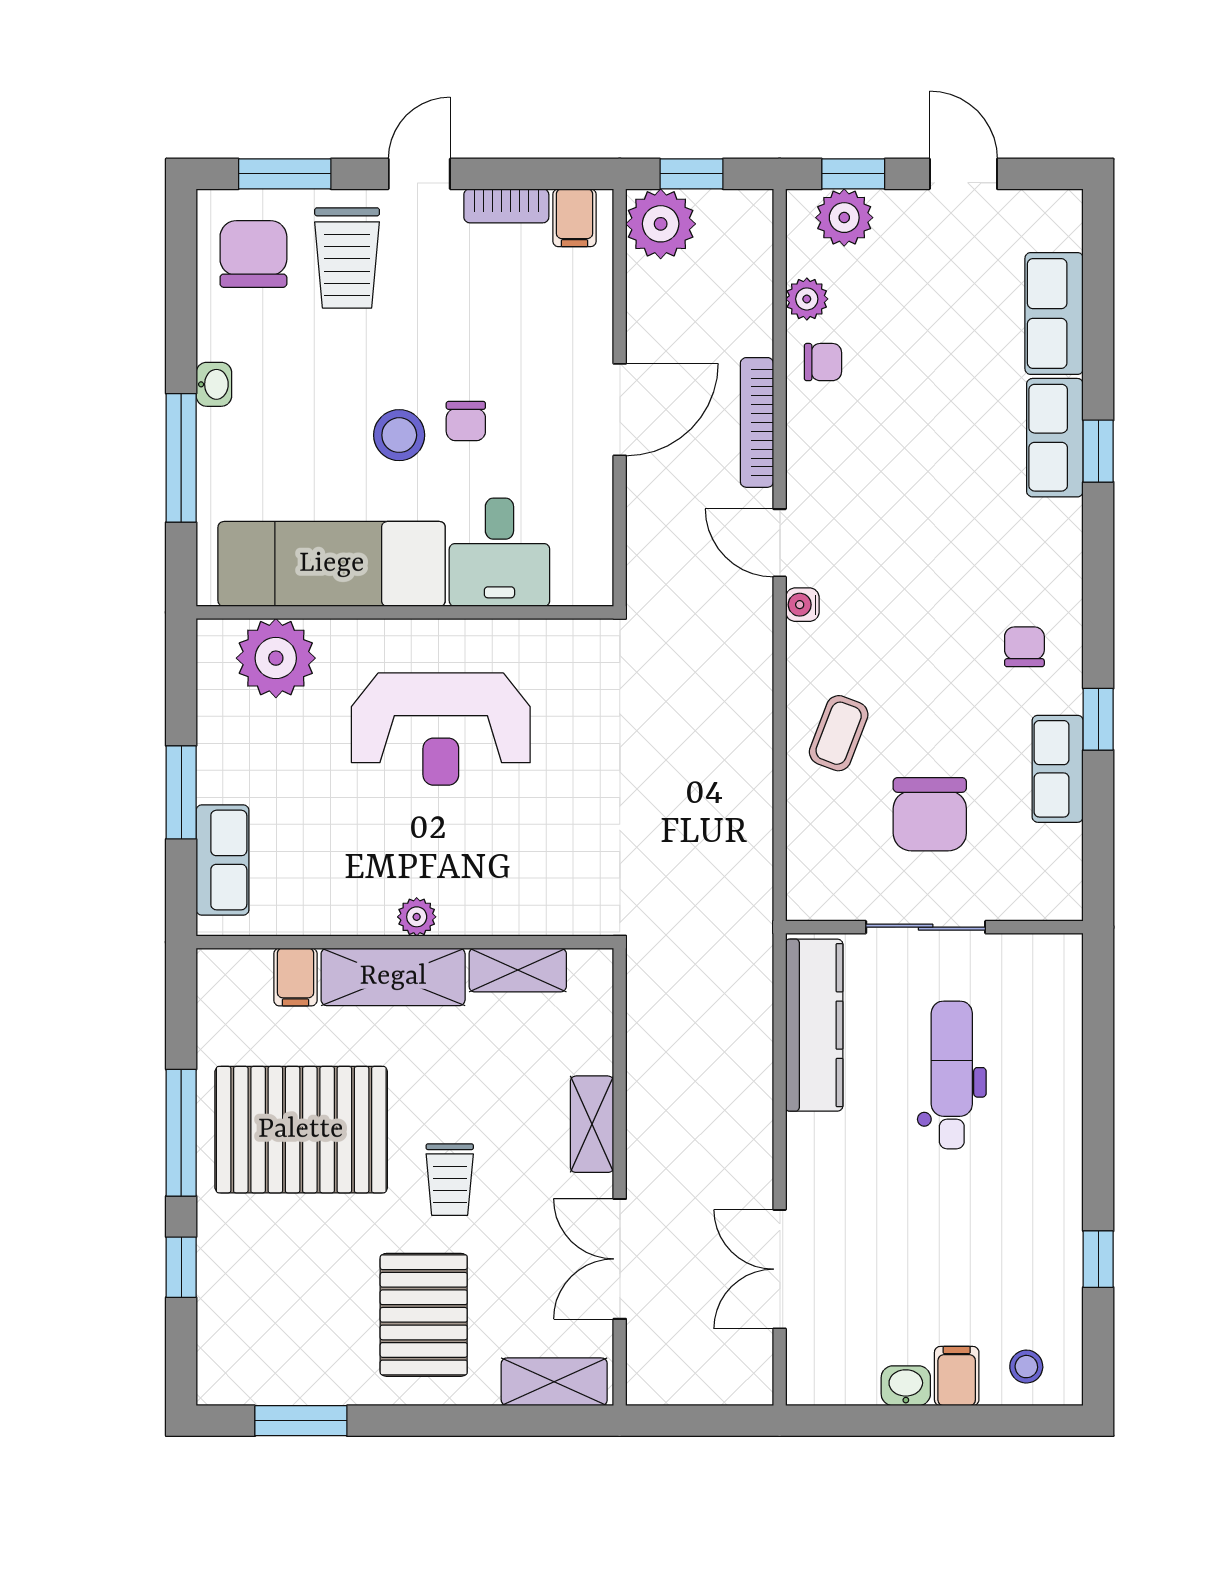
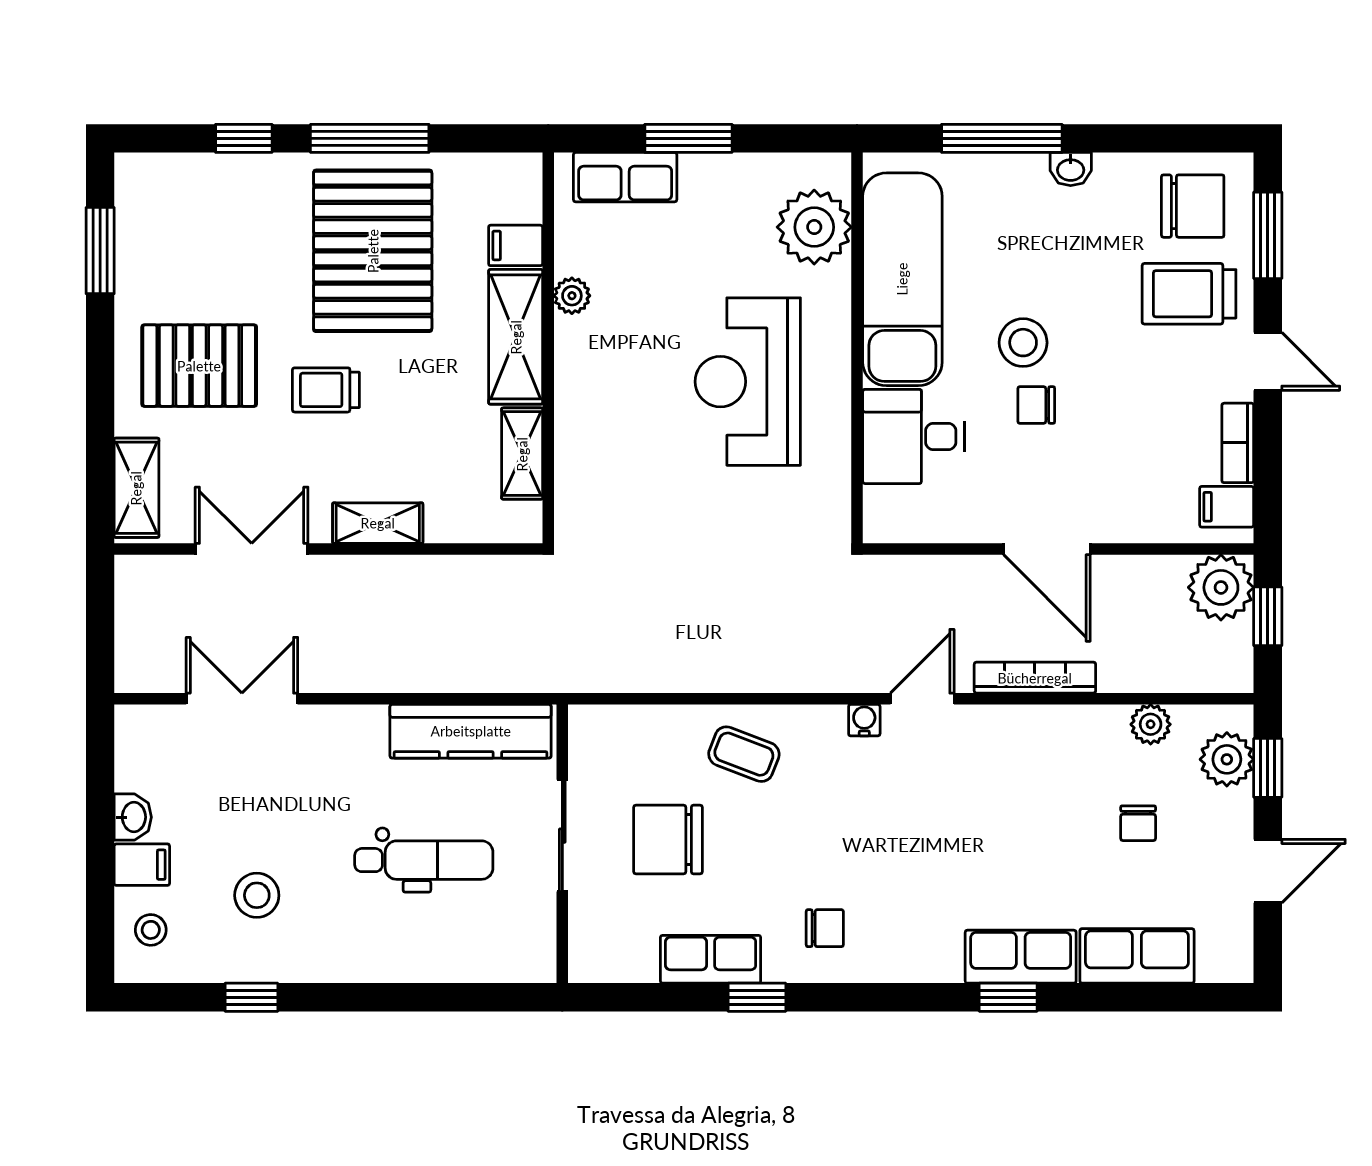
chair: (823, 362) -> (1138, 823), moved
plant: (417, 917) -> (572, 296), moved
stool: (989, 1253) -> (257, 895), added

